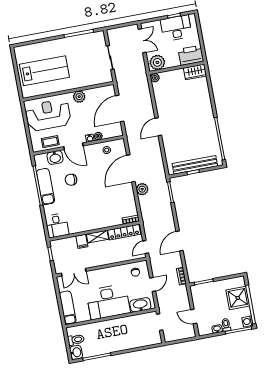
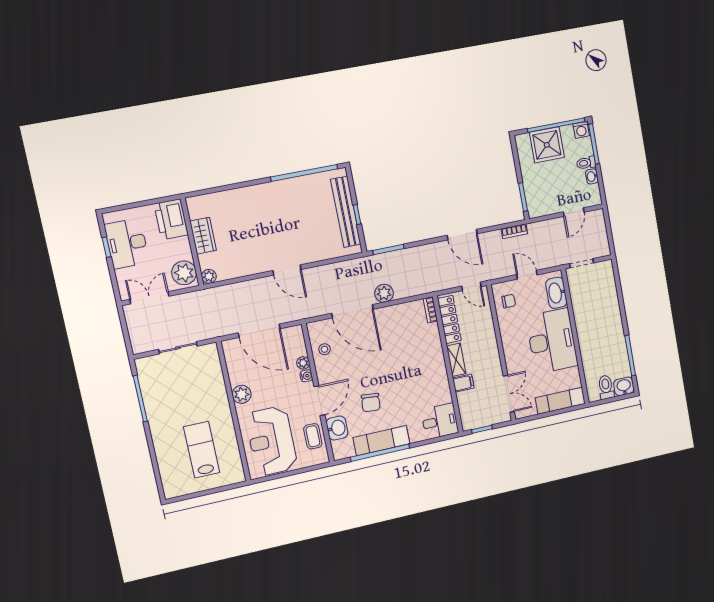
lab bench: (44, 71) -> (202, 450), width x0.73, depth x0.72
wardrobe: (195, 72) -> (203, 236), moved

